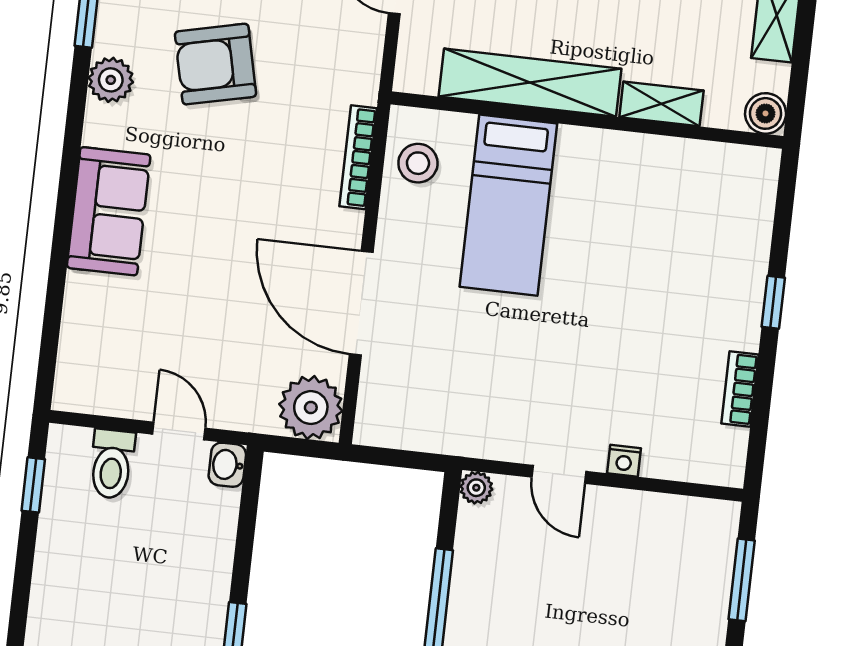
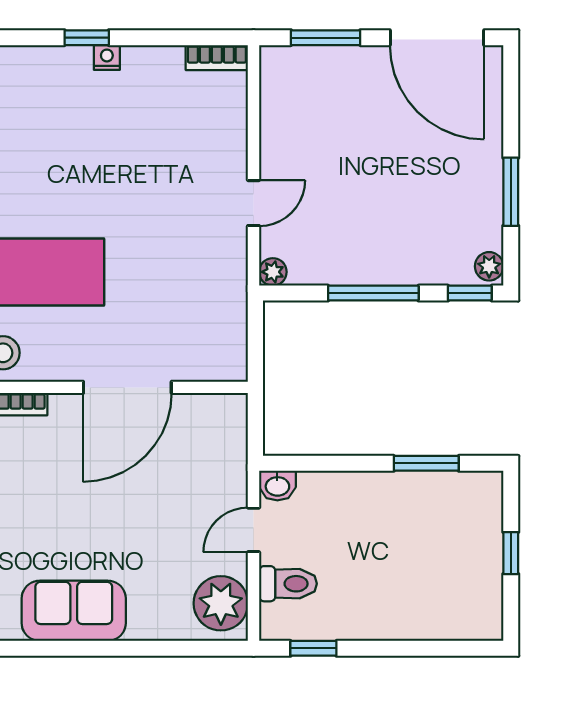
bookcase: (740, 389) -> (217, 58), moved
plant: (311, 408) -> (221, 603), moved
nightstand: (624, 461) -> (107, 57), moved, turned -90

